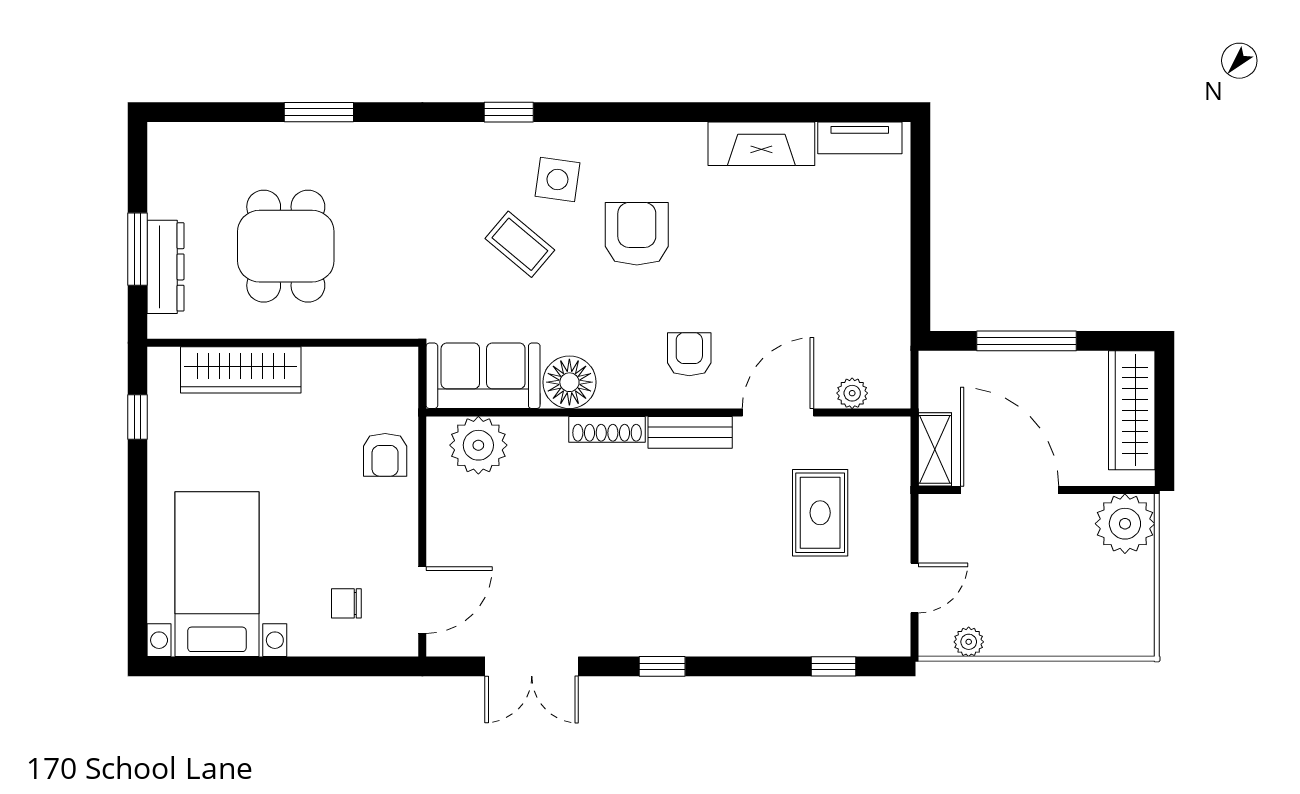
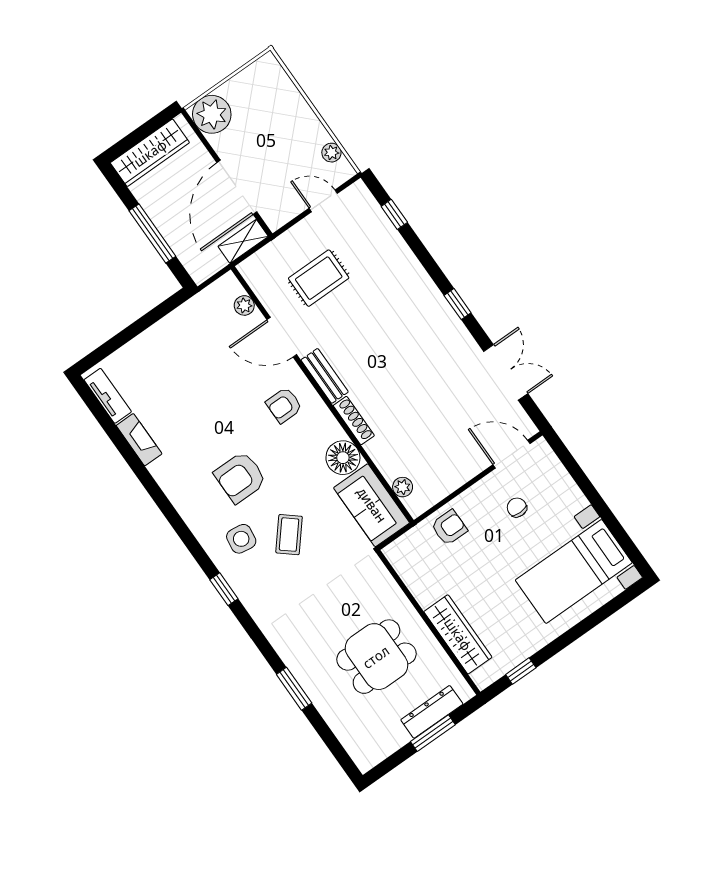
fireplace: (761, 144) -> (139, 440), width x0.73, depth x0.76
plant: (478, 445) -> (403, 487), width x0.53, depth x0.53
chair: (346, 603) -> (517, 507), moved, turned 180

